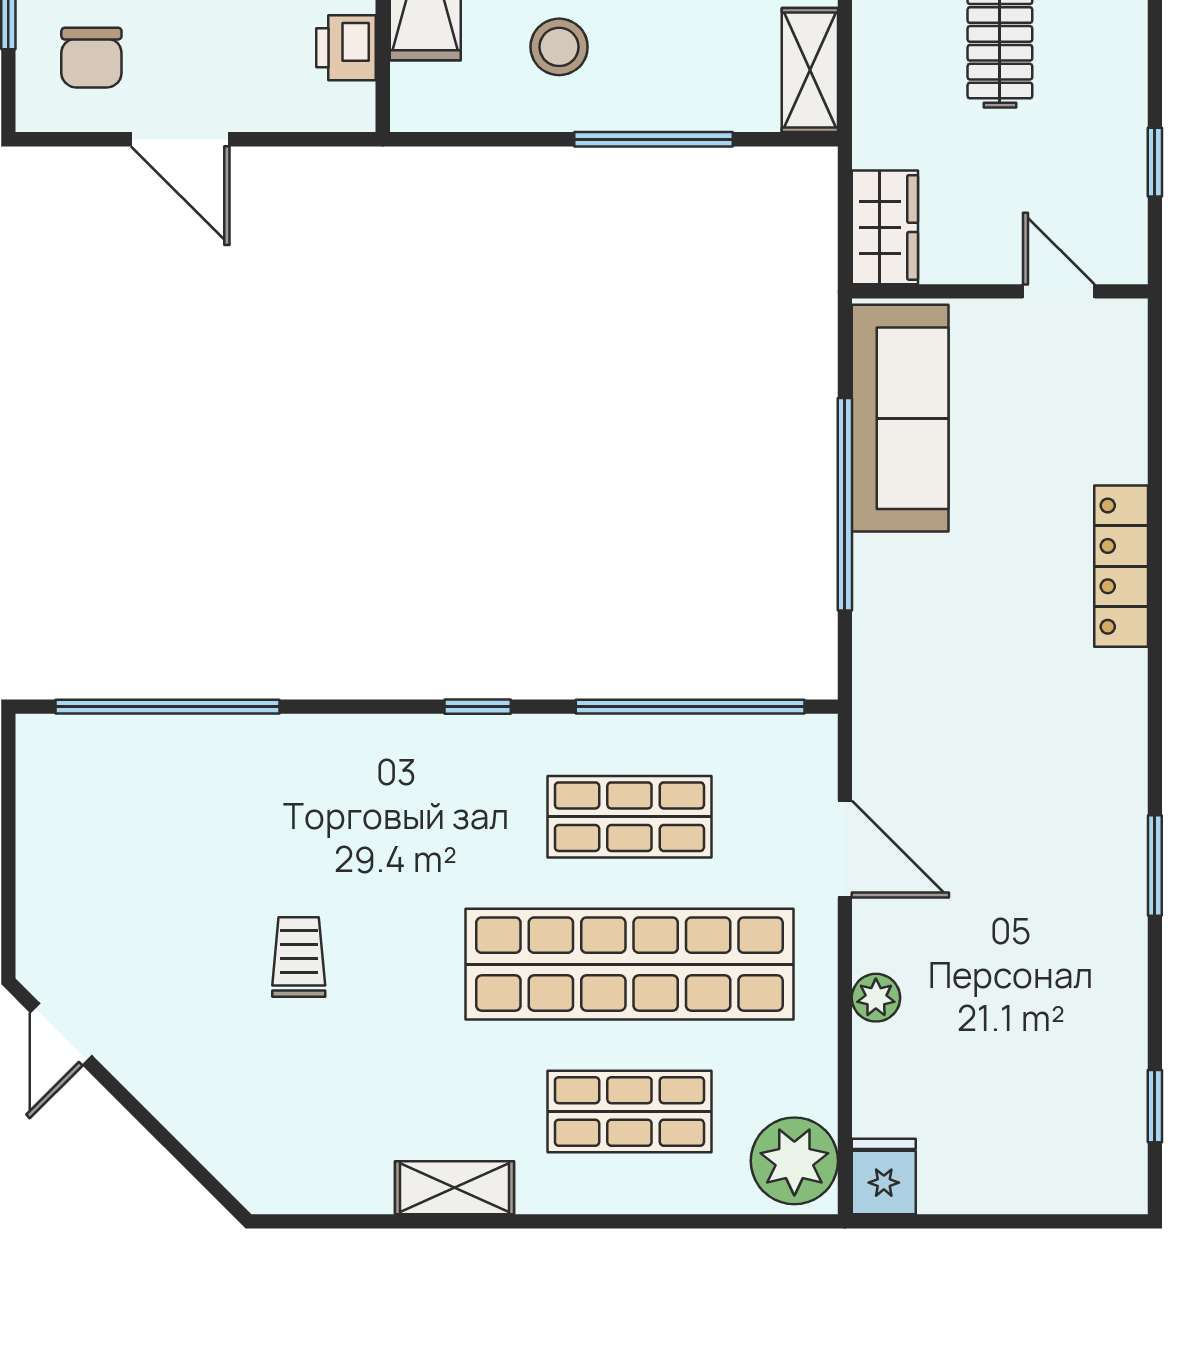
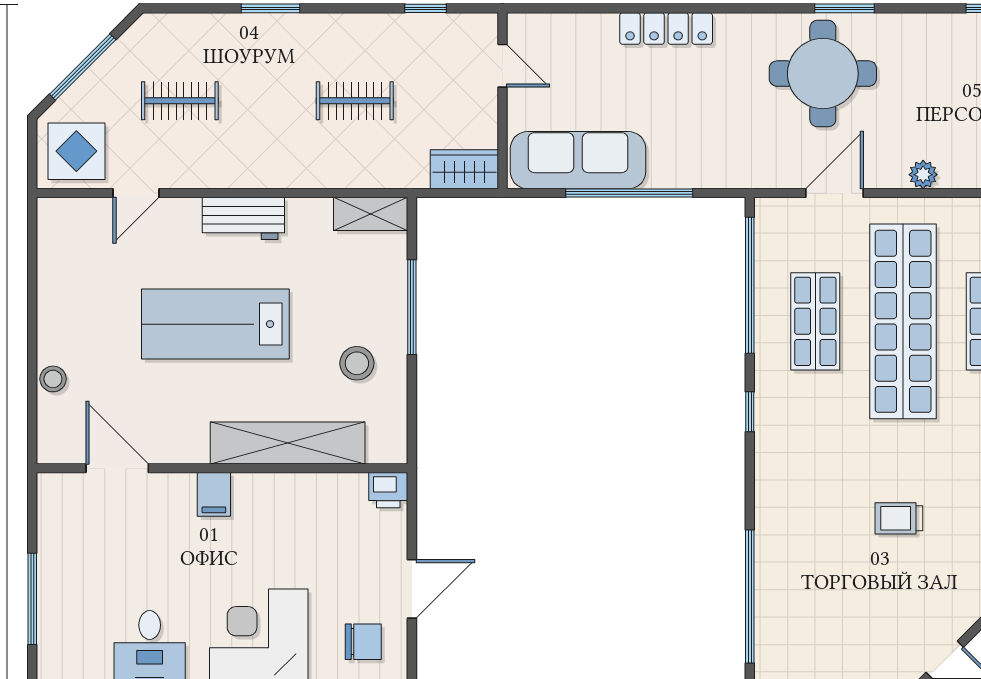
printer: (346, 48) -> (388, 490), moved
door: (1059, 291) -> (502, 66), swing flipped
round table: (1046, 829) -> (823, 74), added

